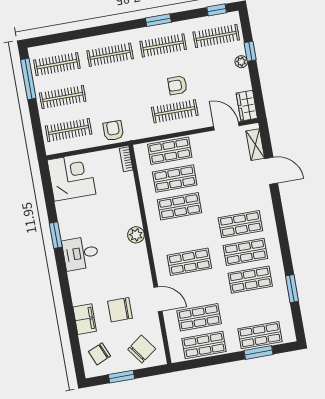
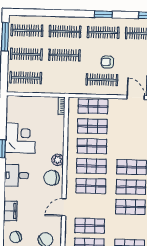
clothes rail: (116, 88) -> (64, 55), added
armchair: (113, 131) -> (57, 84), removed
corner desk: (71, 177) -> (20, 138), moved
shop shelf: (184, 234) -> (91, 166), added
desk: (81, 253) -> (16, 175), moved
door: (158, 299) -> (64, 207), swing flipped
chair: (120, 310) -> (52, 178), moved

